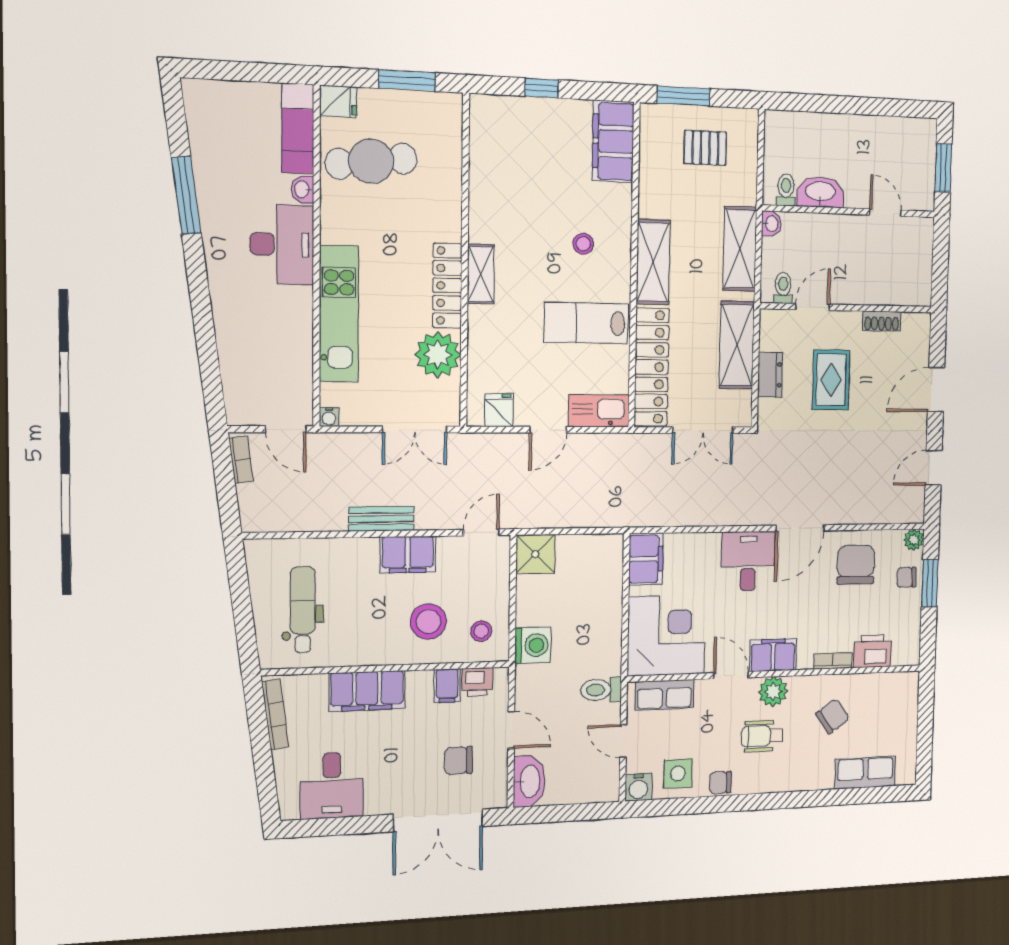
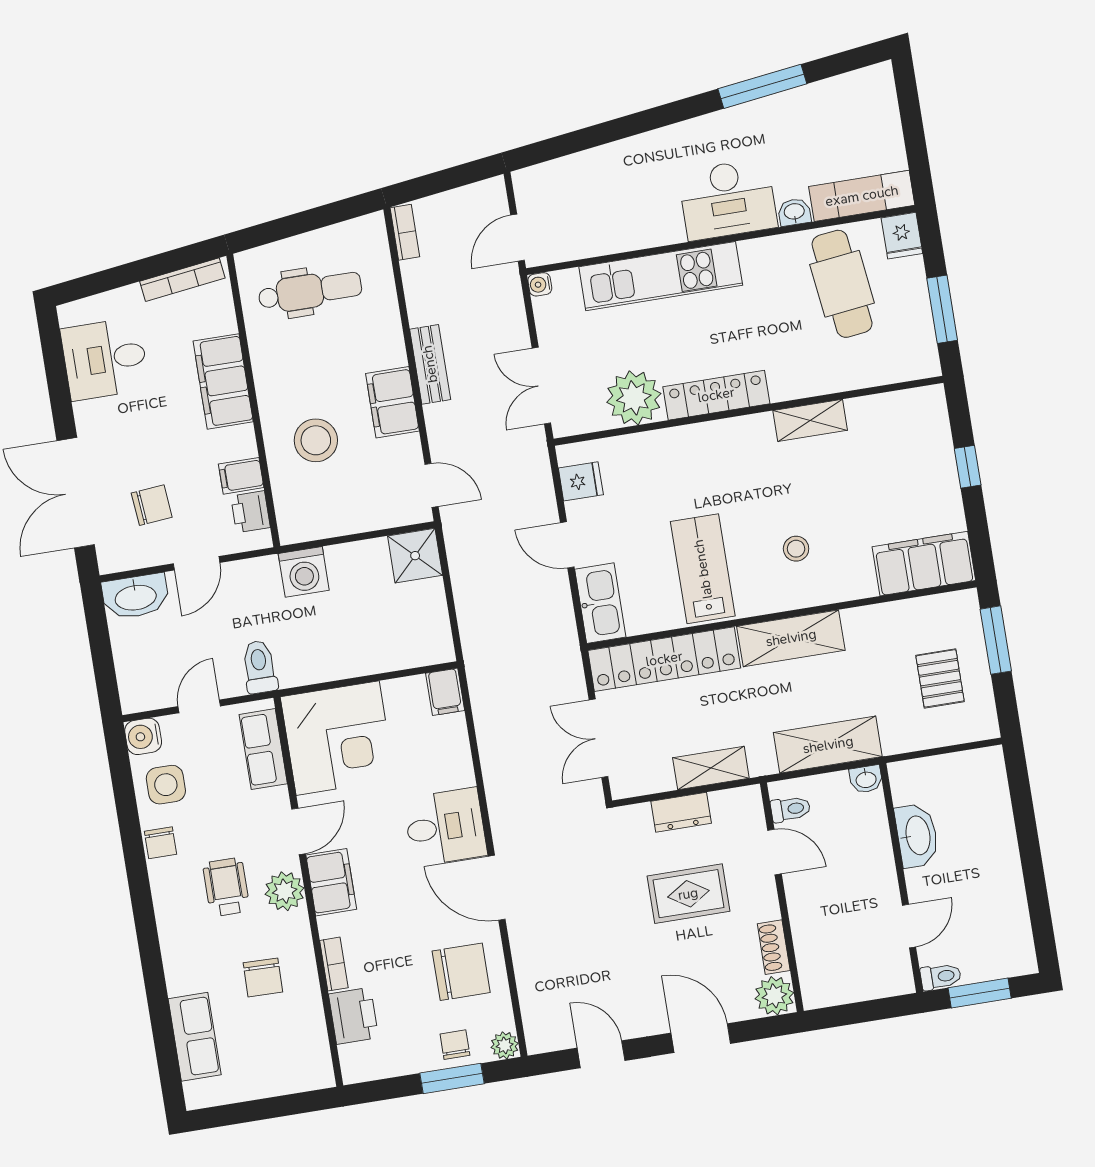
toilet: (786, 190) -> (941, 977), moved
shelving: (481, 274) -> (810, 420), moved
plant: (916, 327) -> (774, 996), added
shelving: (737, 345) -> (711, 768), width x0.67, depth x0.75
bookcase: (241, 460) -> (405, 232), moved, turned -83
filing cabinet: (646, 559) -> (445, 692), width x0.50
stool: (481, 631) -> (313, 506), removed
chair: (833, 716) -> (263, 977), turned 36
chair: (459, 760) -> (152, 505), turned 85
chair: (721, 783) -> (160, 843), turned 180

